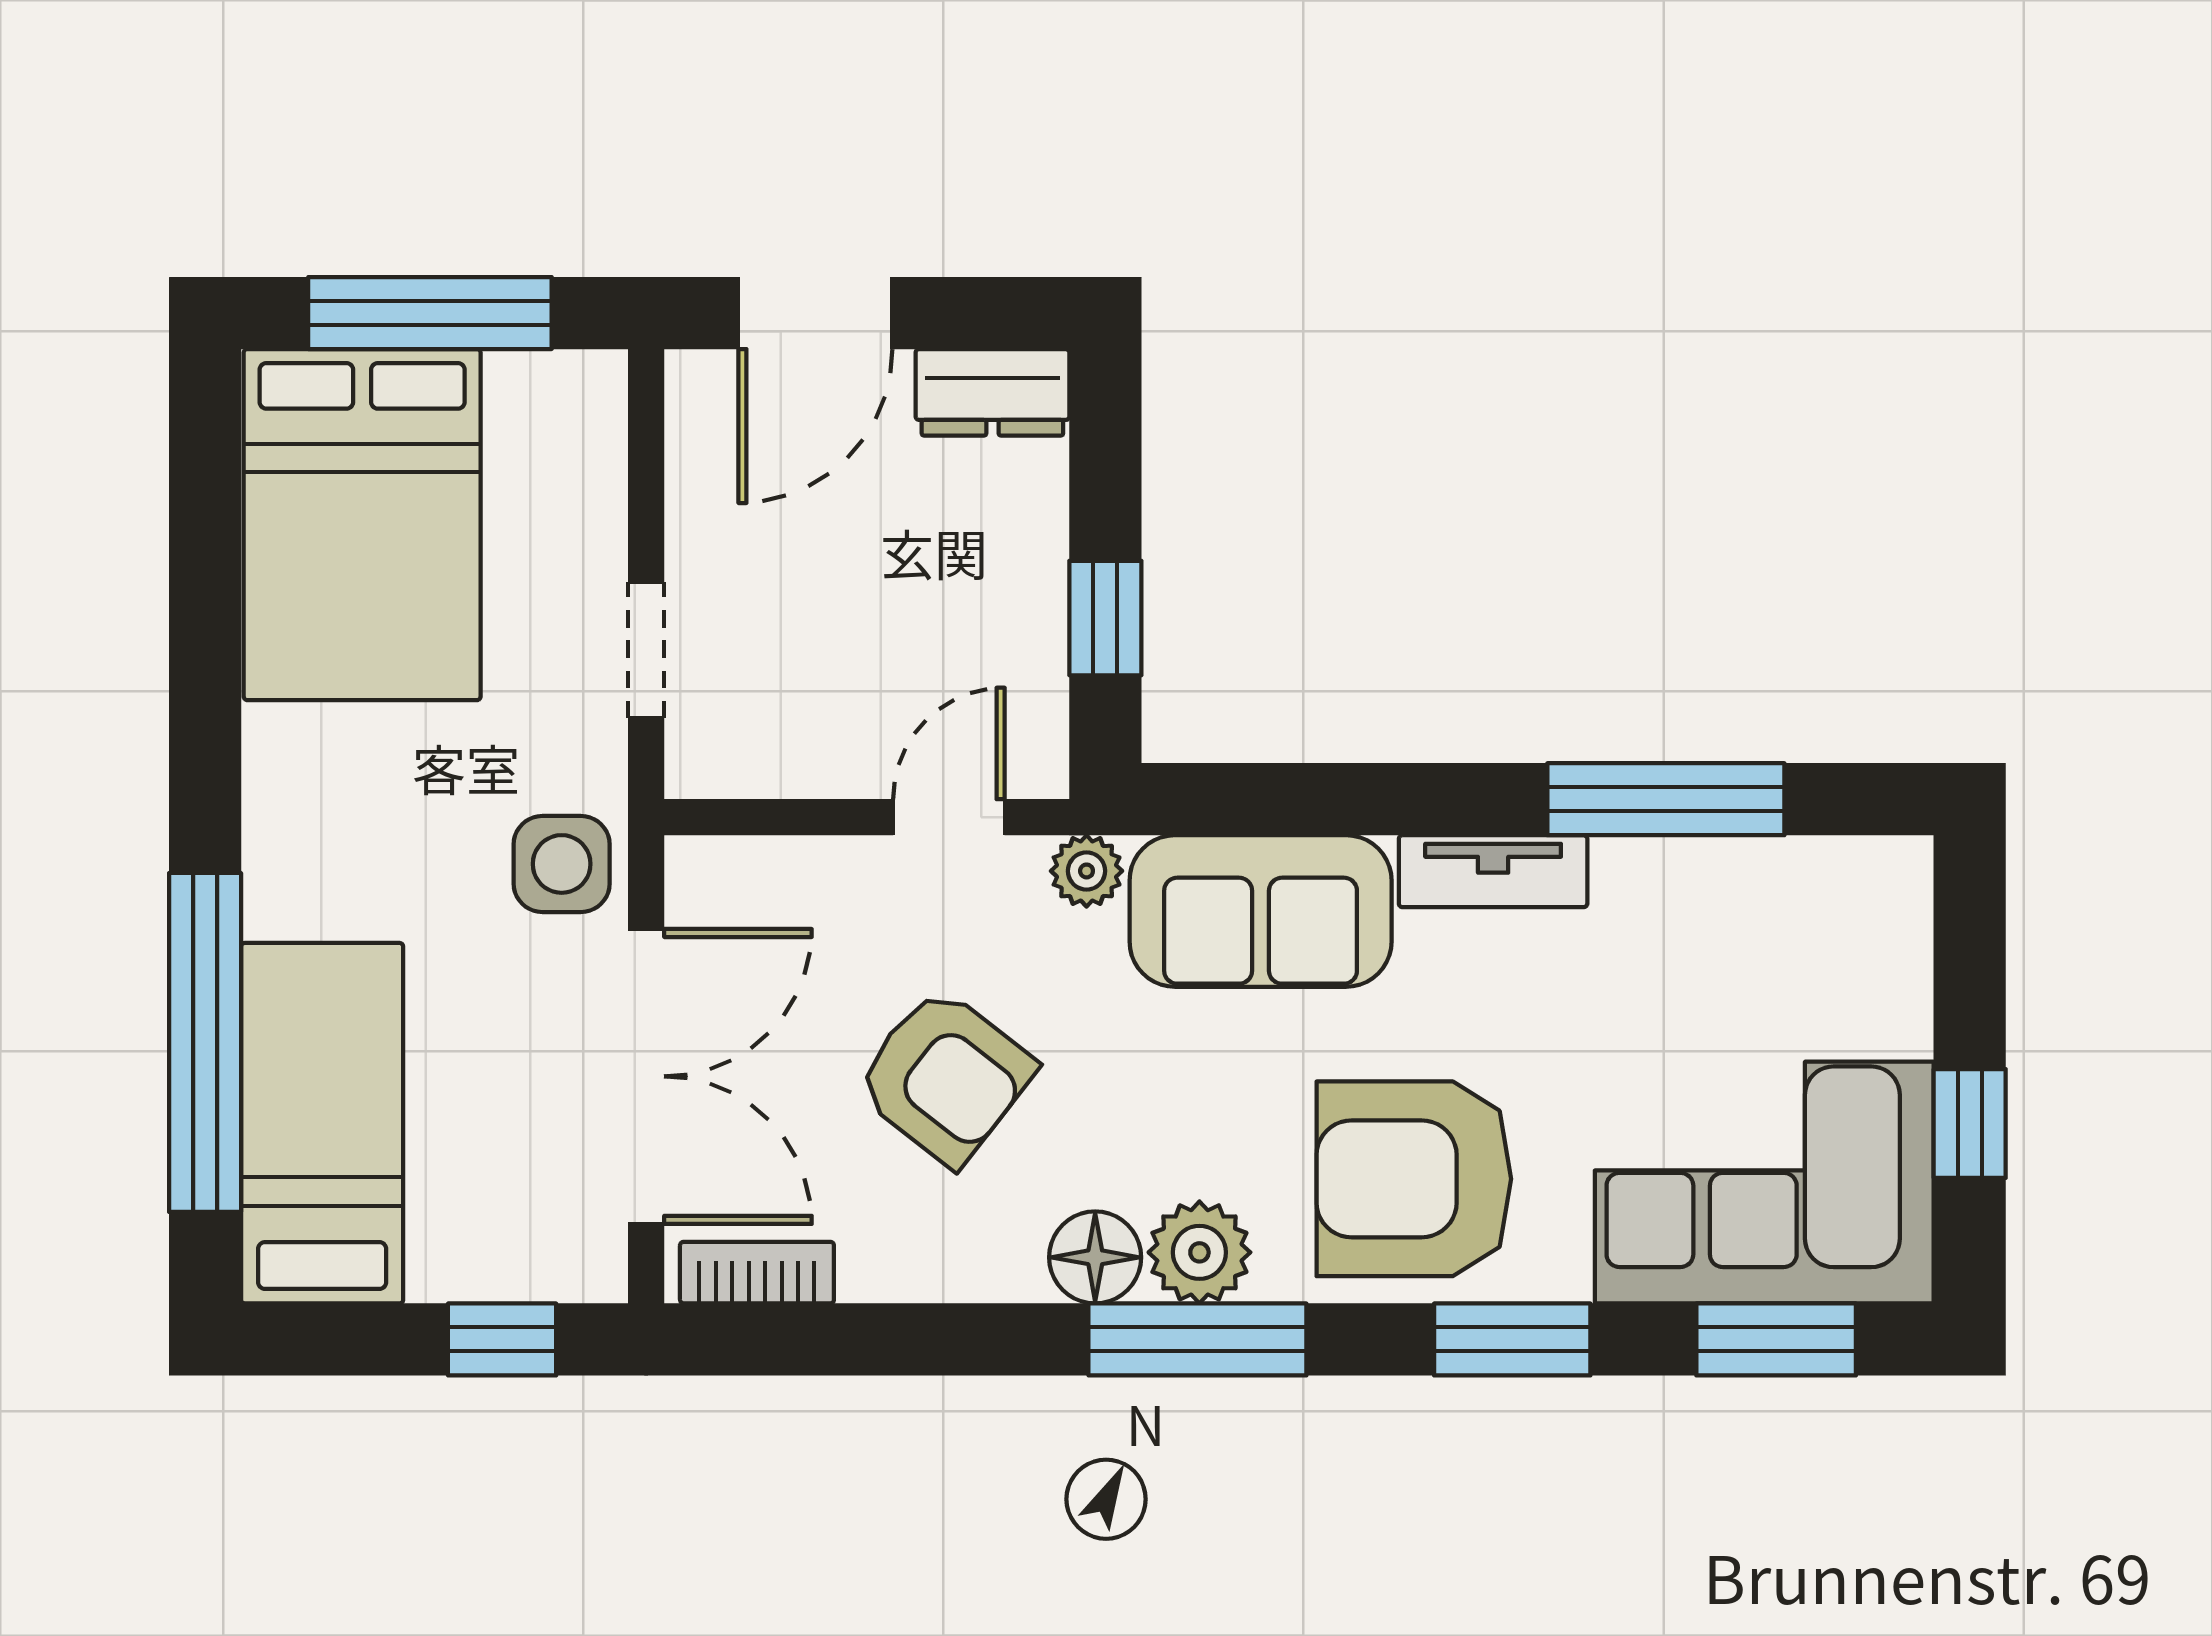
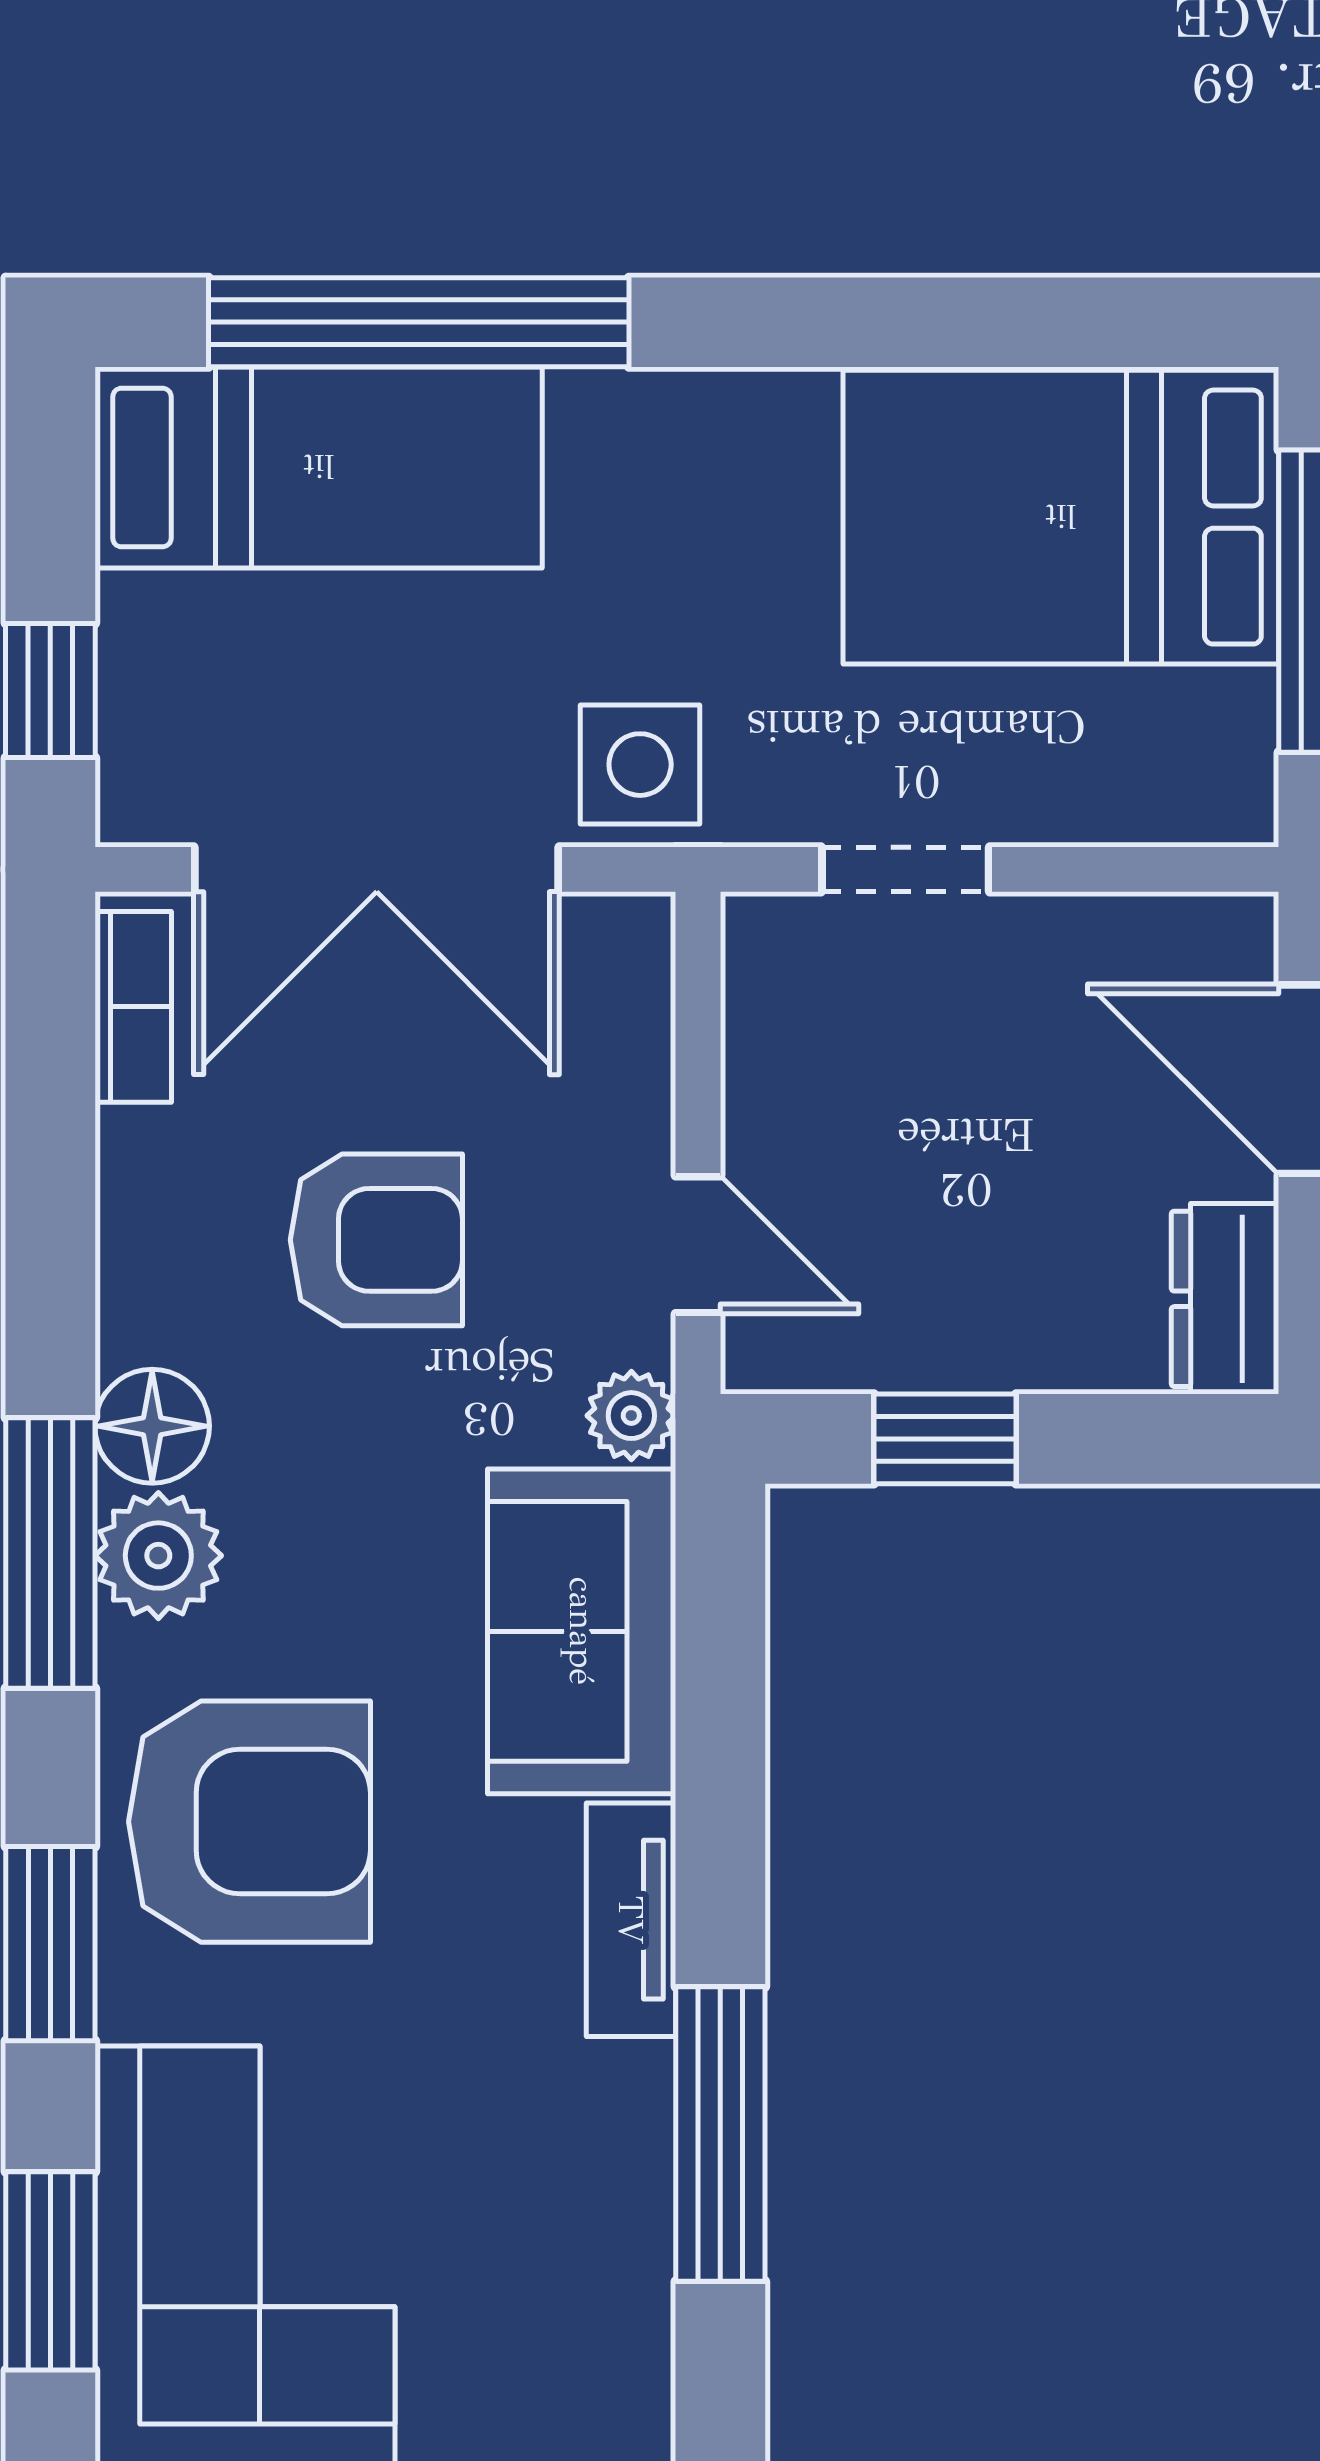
armchair: (945, 1077) -> (376, 1240), turned -128
armchair: (1414, 1179) -> (249, 1822), turned 90

